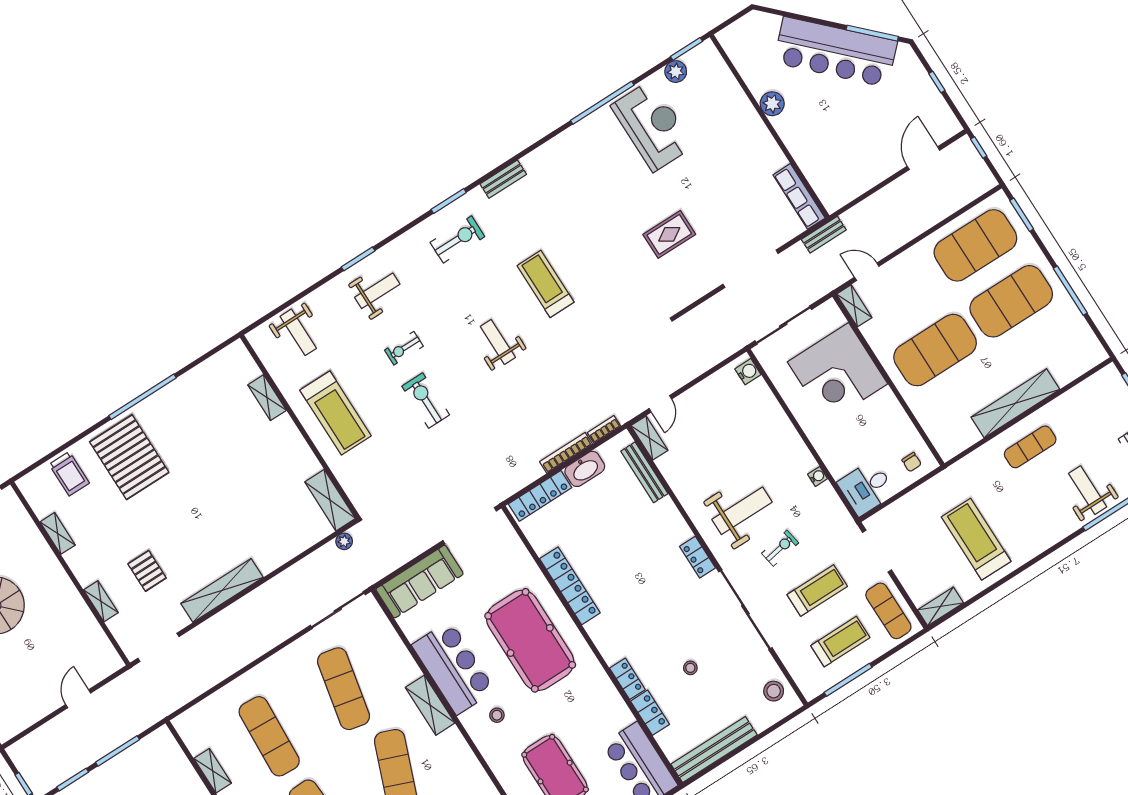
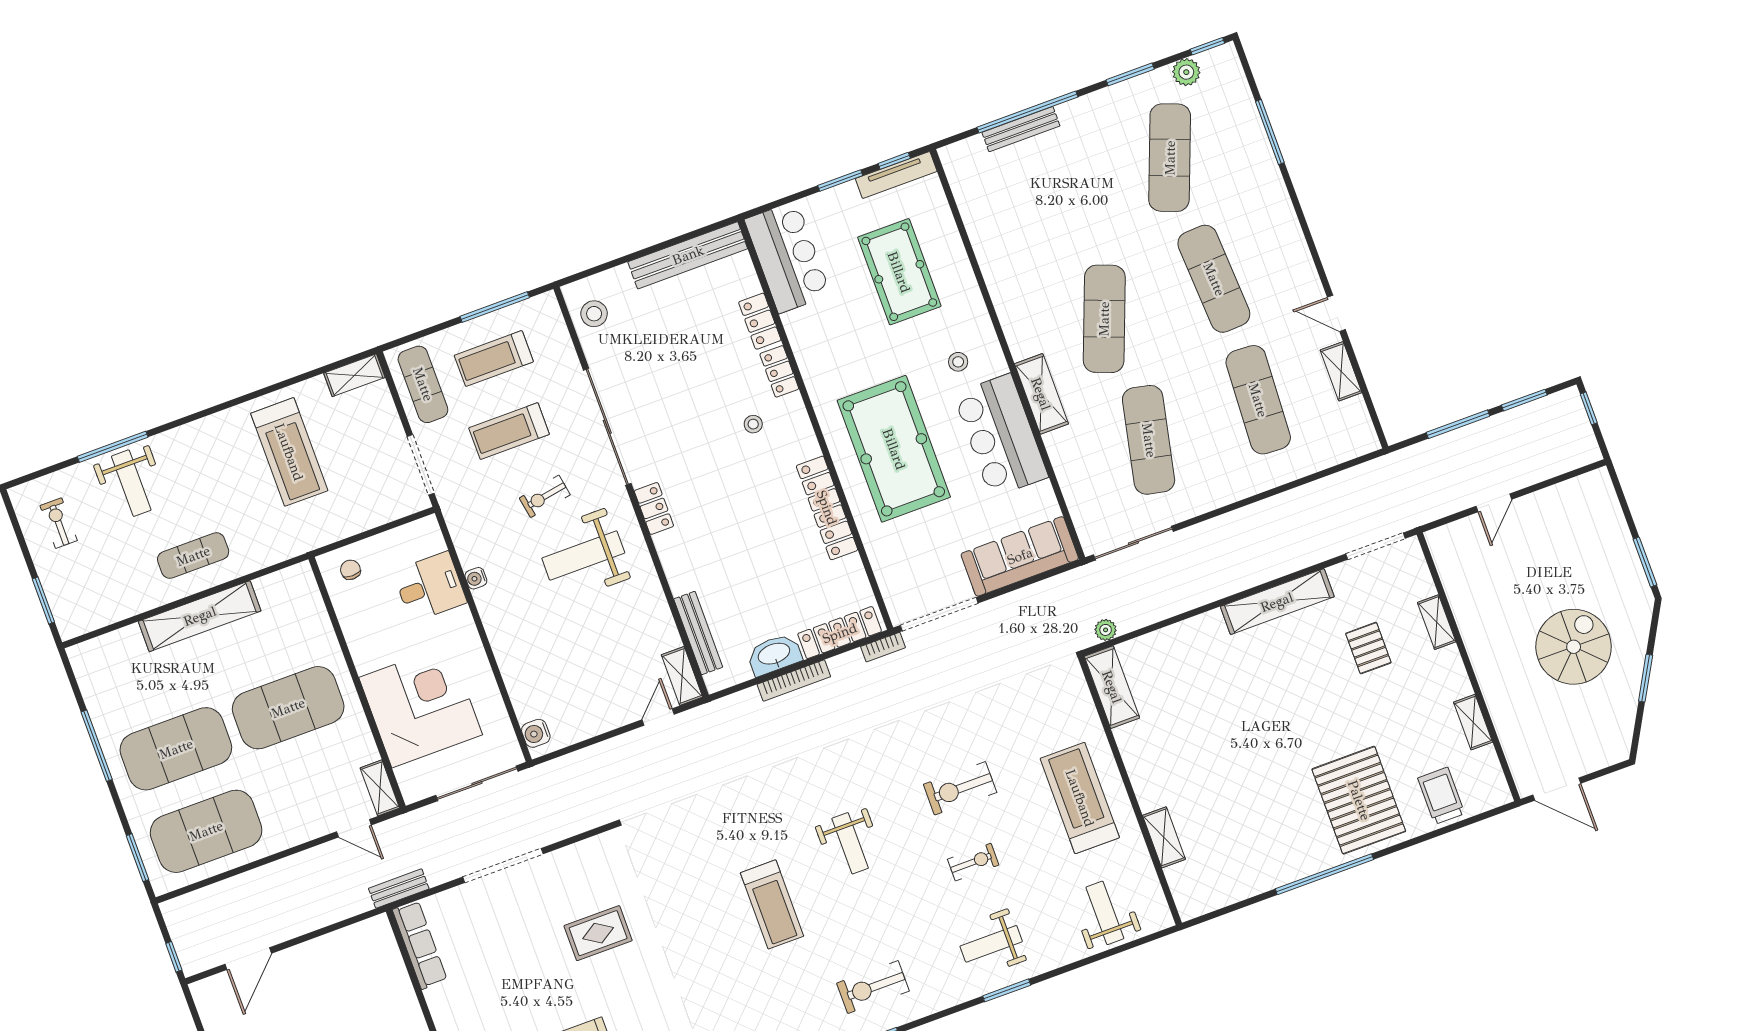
exercise bike: (426, 400) -> (960, 788), turned 90
bookcase: (604, 429) -> (883, 647), moved
desk: (866, 488) -> (430, 587), moved
stool: (690, 668) -> (753, 424), moved

